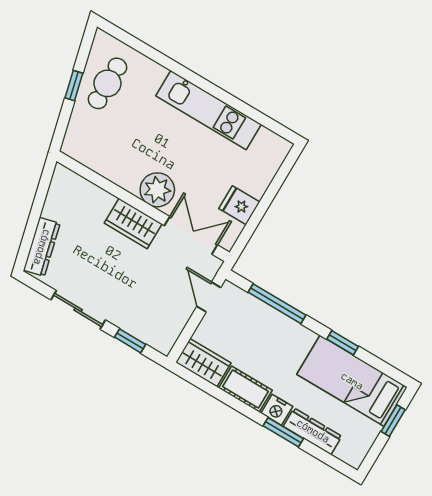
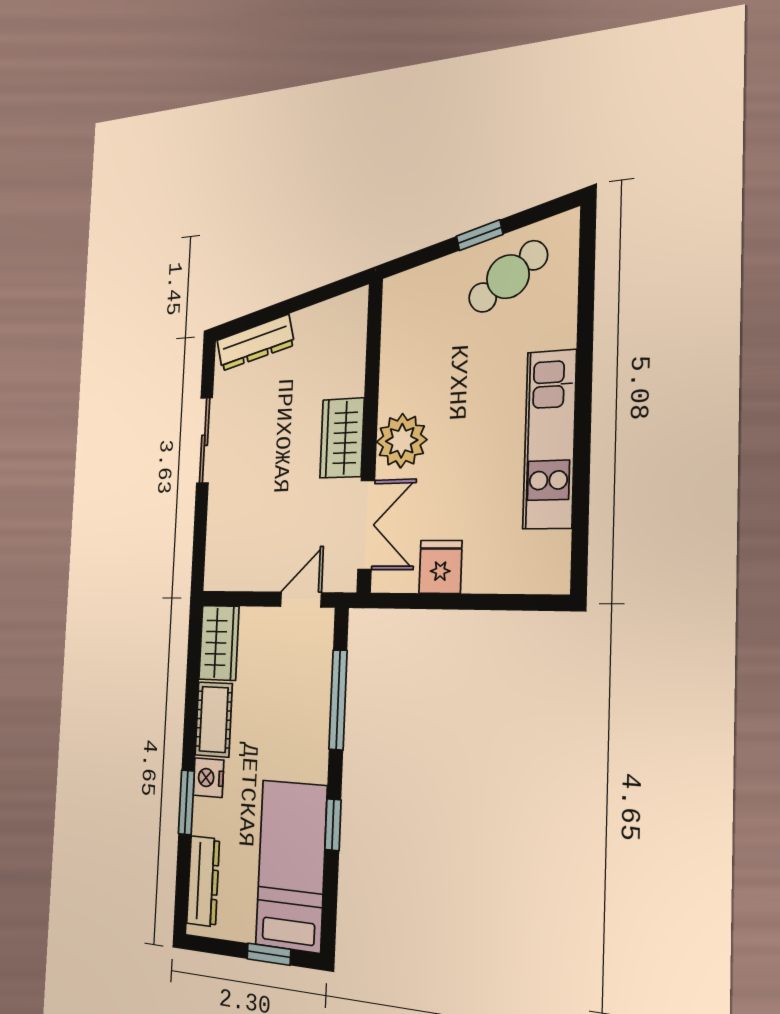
cafe table: (107, 83) -> (508, 277), turned -36
window: (130, 341) -> (200, 530), removed
dresser: (313, 431) -> (203, 881), moved

